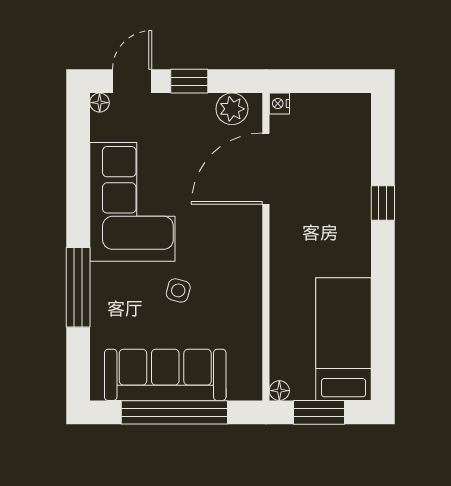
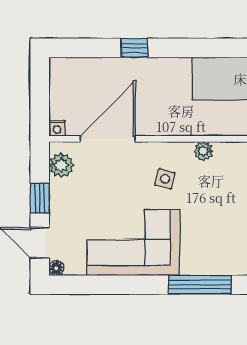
door: (266, 169) -> (108, 139), swing flipped
side table: (178, 290) -> (165, 179), moved
plant: (250, 292) -> (203, 151), added

